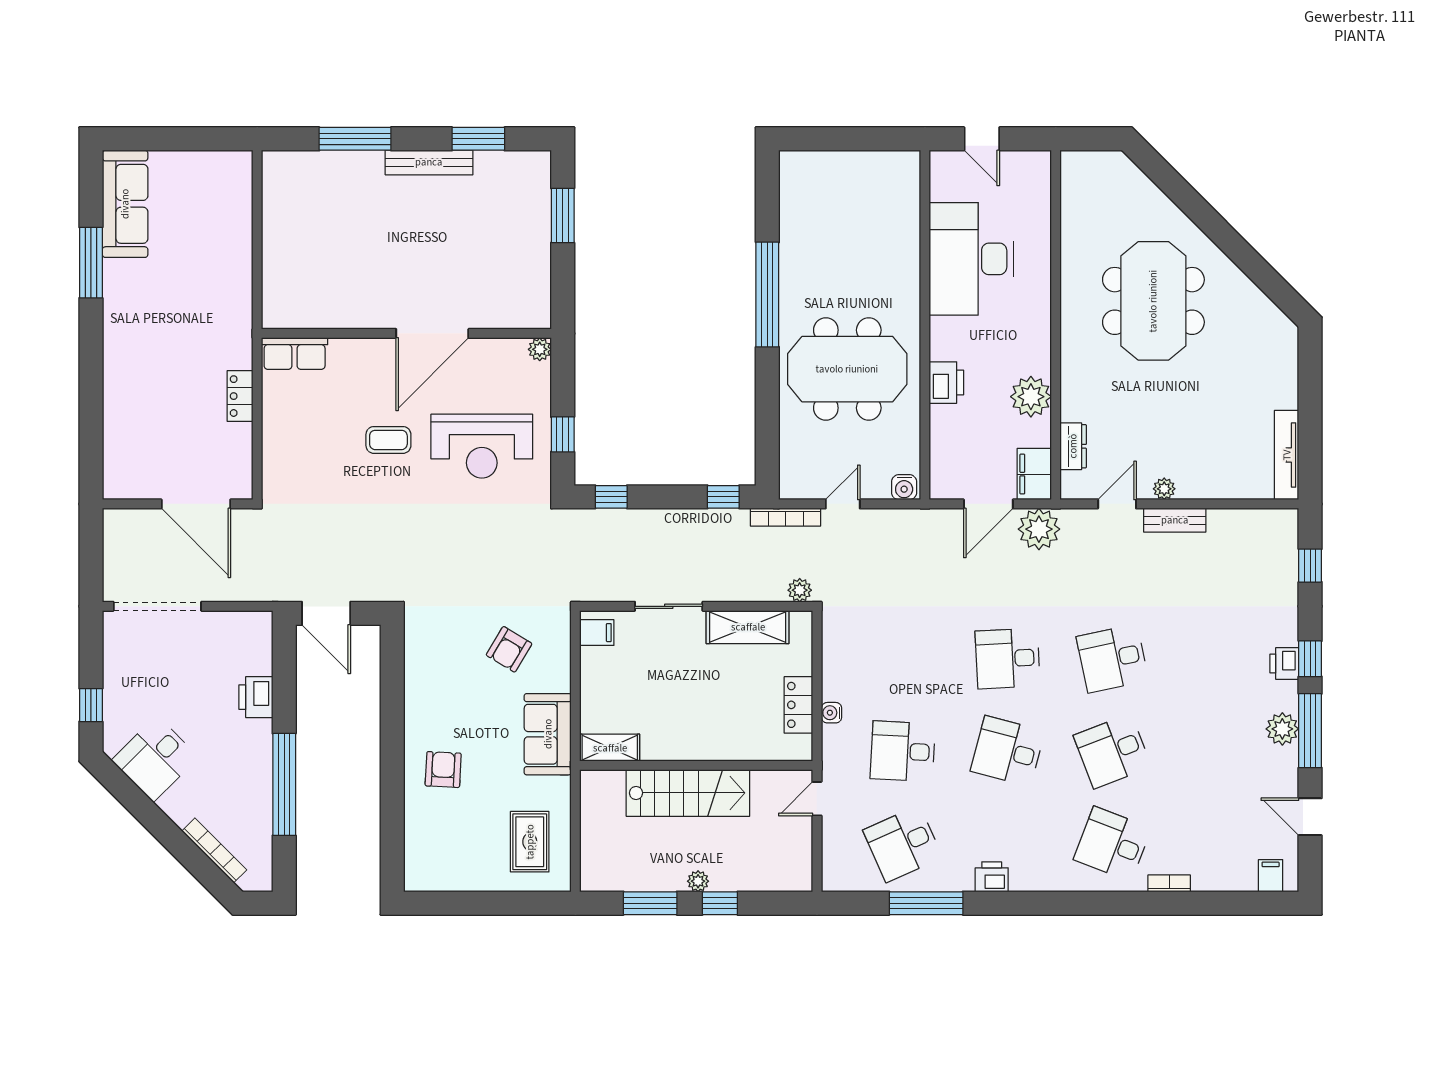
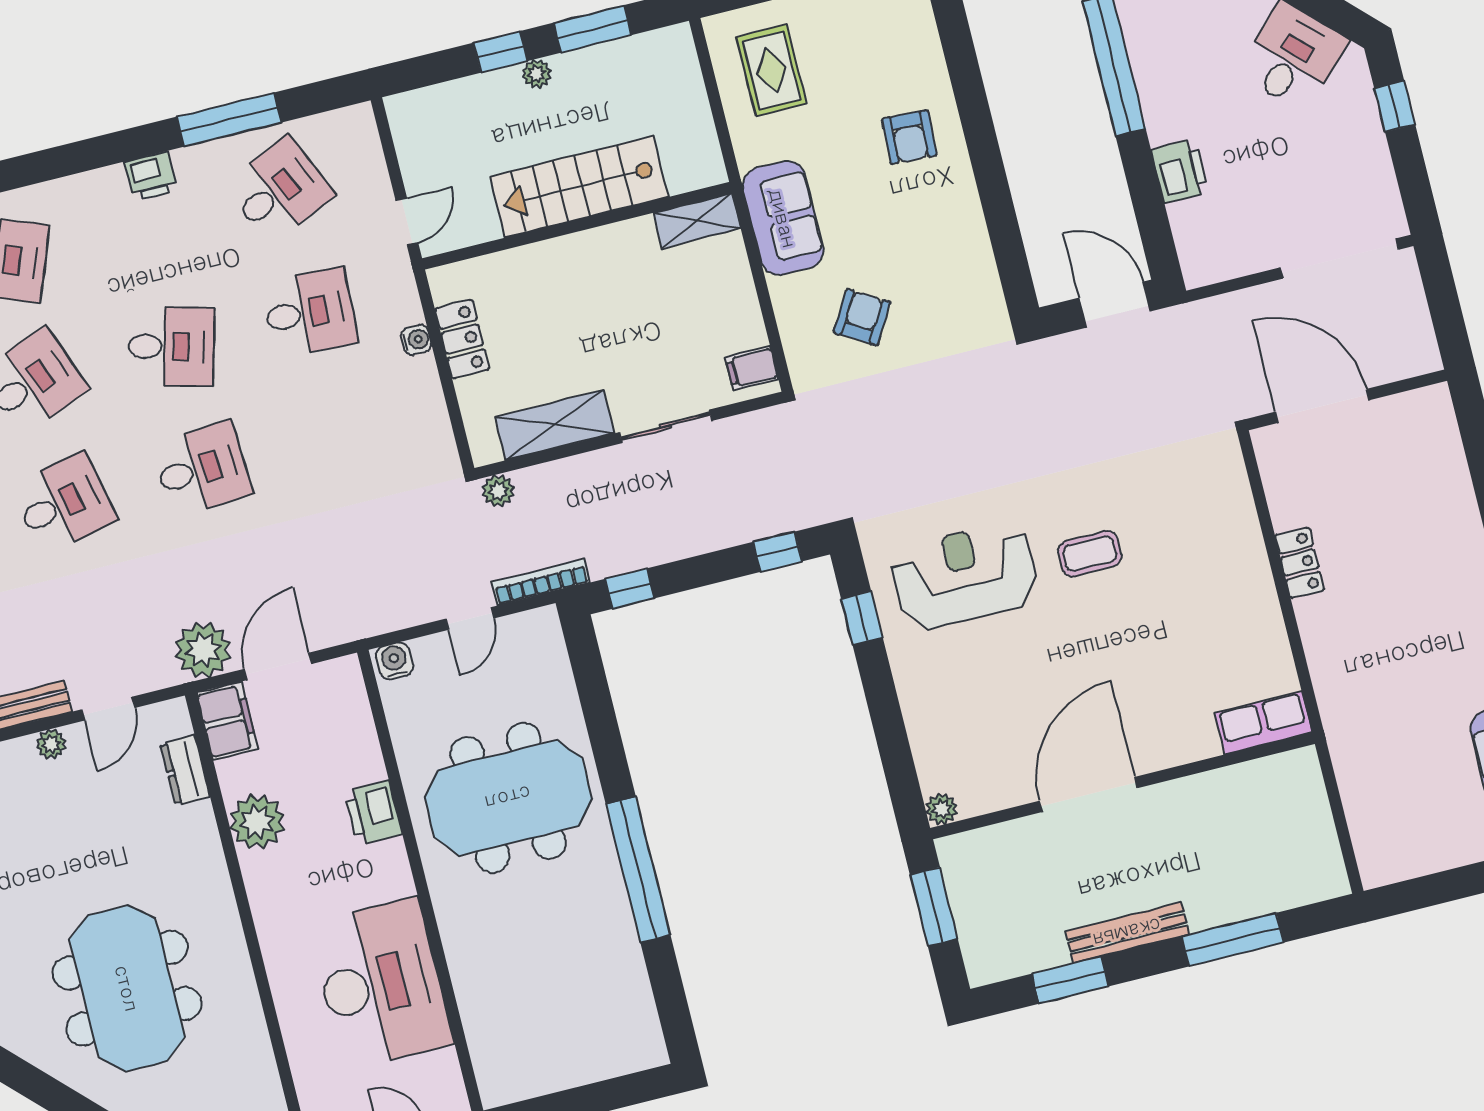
wall: (406, 333) -> (1123, 786), moved
door: (432, 333) -> (1088, 794), moved
plant: (540, 349) -> (942, 809), moved
row of seats: (295, 354) -> (1263, 723), moved

